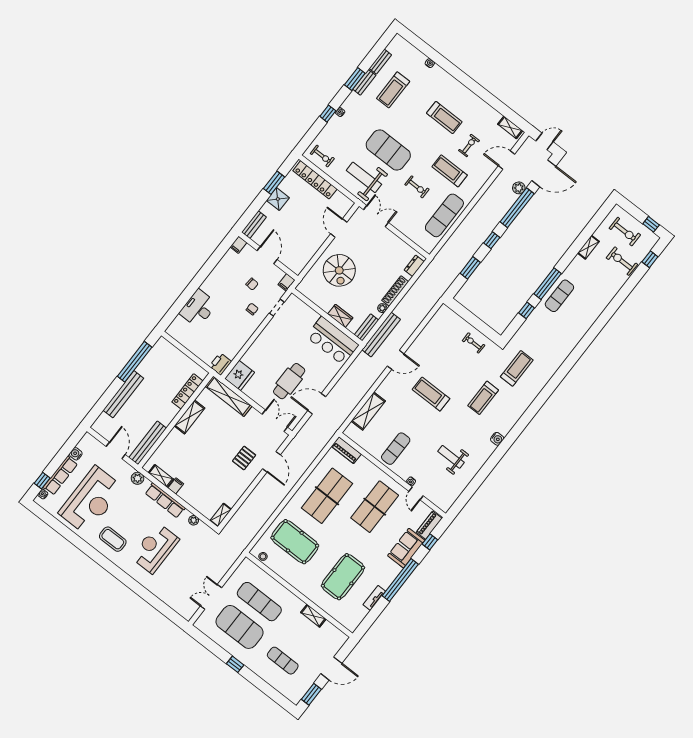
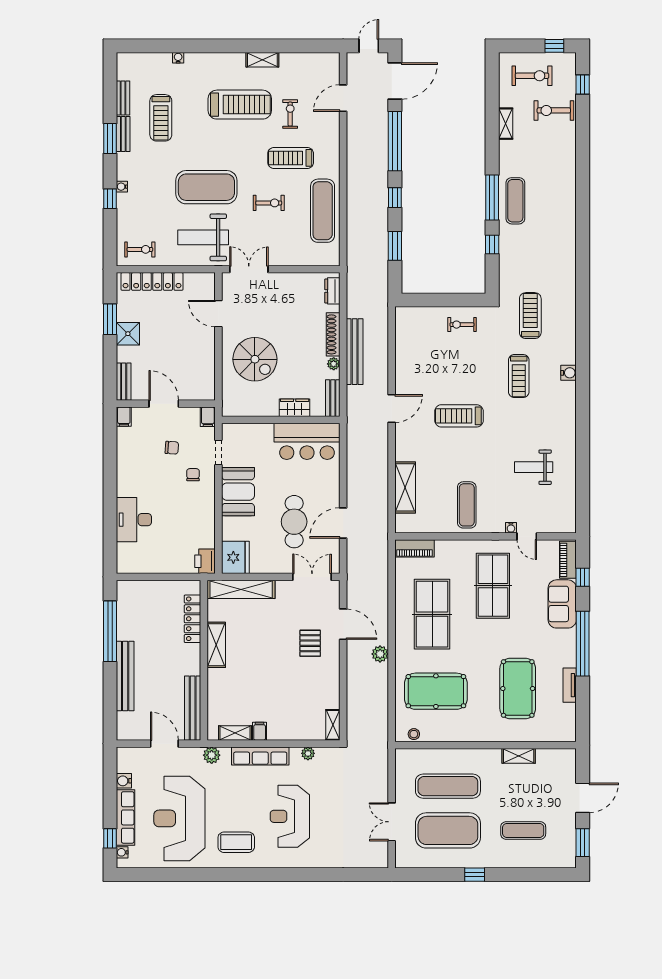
treadmill: (444, 117) -> (240, 105), width x1.37, depth x1.38
shelving: (510, 127) -> (262, 60), moved
plant: (519, 188) -> (380, 654), moved
bench: (381, 335) -> (355, 352), moved
booth: (270, 339) -> (238, 492), added
water cooler: (497, 439) -> (569, 373), moved
reception desk: (91, 500) -> (179, 818), turned 180

